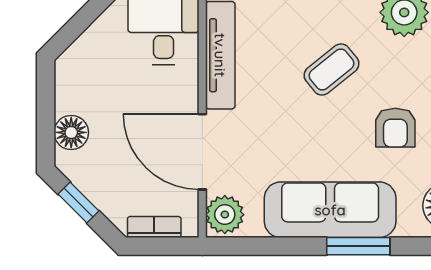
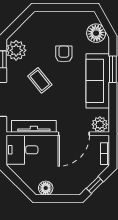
armchair: (395, 128) -> (64, 54), turned -90
floor lamp: (71, 132) -> (46, 188), moved

